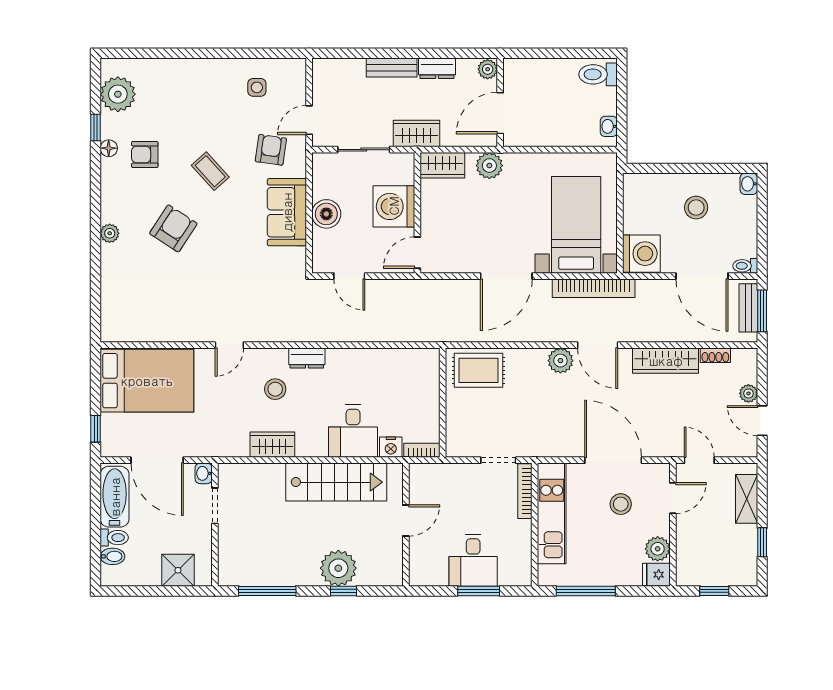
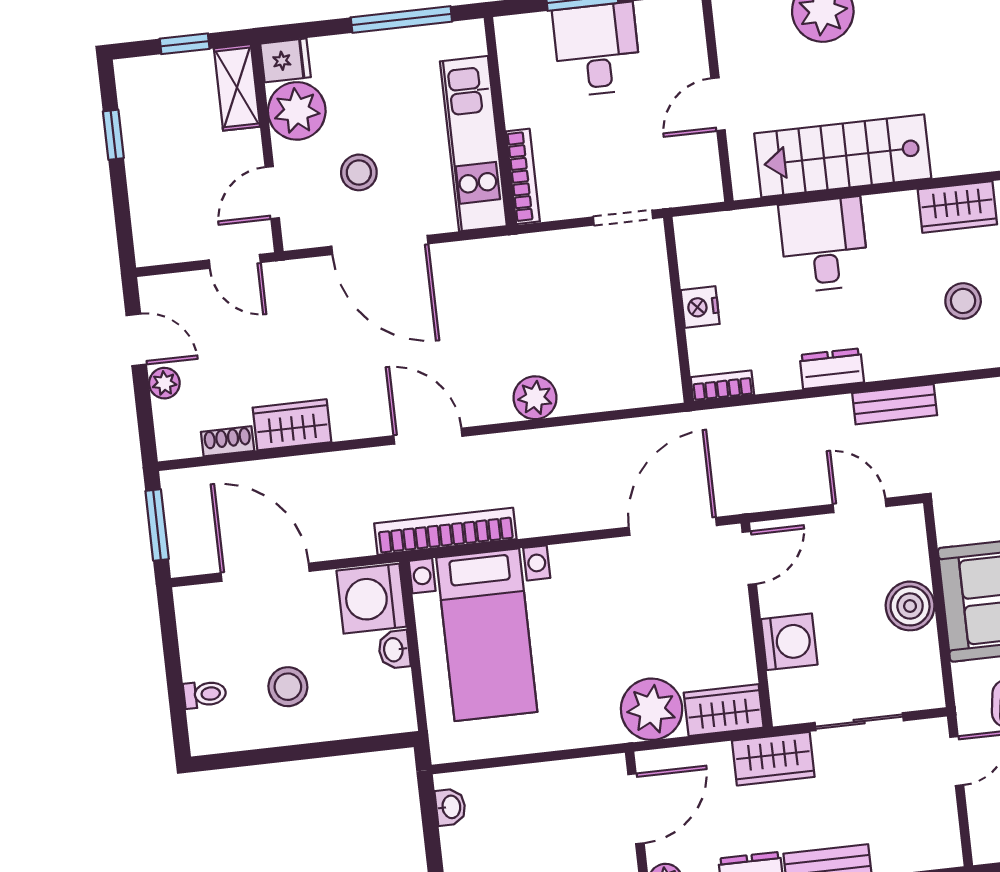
plant: (489, 166) -> (652, 709), width x1.36, depth x1.36
washbasin: (749, 184) -> (394, 650), moved, turned 180
washing machine: (394, 206) -> (789, 642), width x0.73, depth x0.73
toilet: (745, 266) -> (205, 694), moved
door: (506, 276) -> (673, 526), moved
bench: (748, 308) -> (895, 404), moved, turned 90
dresser: (307, 358) -> (832, 369), moved
plant: (560, 361) -> (535, 398), moved
wardrobe: (666, 361) -> (292, 425), width x0.67
rug: (478, 370) -> (624, 371), removed
nightstand: (391, 447) -> (700, 307), moved, turned -90
bookcase: (422, 450) -> (722, 386), moved, turned 180
doorway: (498, 460) -> (623, 218), moved
shelving: (747, 499) -> (237, 87), moved
plant: (658, 549) -> (297, 111), width x1.36, depth x1.36

